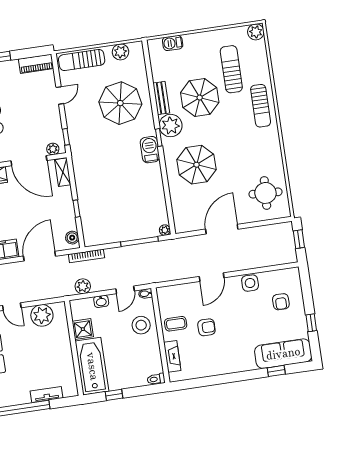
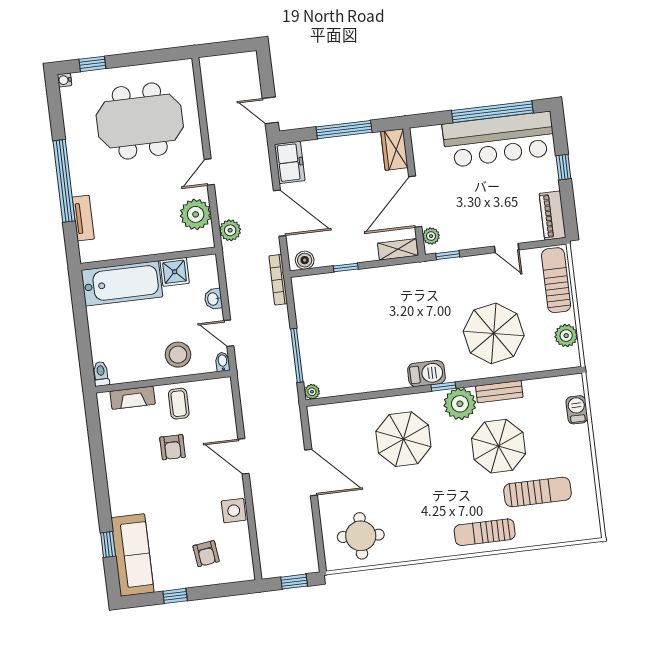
plant: (256, 32) -> (589, 528), removed
plant: (83, 286) -> (230, 230), moved
armchair: (281, 302) -> (206, 554), turned -97
window: (114, 395) -> (80, 313), removed

